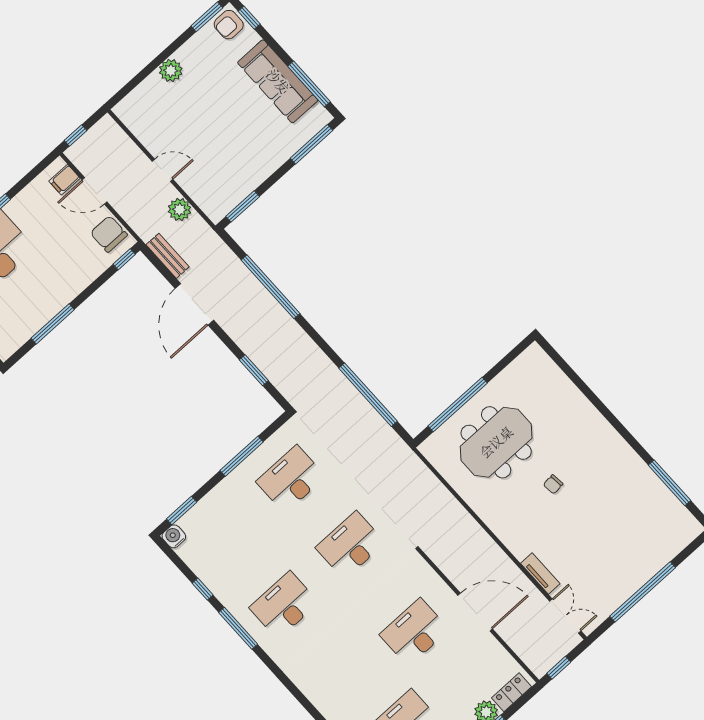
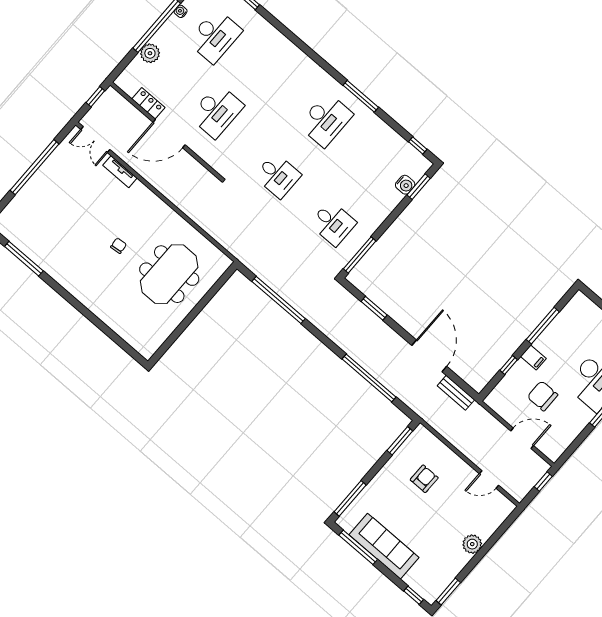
armchair: (229, 25) -> (424, 479), moved
door: (162, 170) -> (489, 479), moved
filing cabinet: (64, 180) -> (533, 358), moved, turned 90
plant: (180, 210) -> (451, 432), removed
chair: (109, 234) -> (543, 396), moved, turned 180
window: (124, 259) -> (509, 365), moved
window: (458, 404) -> (204, 301), removed
window: (242, 456) -> (360, 255), moved
desk: (291, 479) -> (333, 223), width x0.73
water cooler: (174, 536) -> (405, 185), moved
desk: (350, 545) -> (278, 176), width x0.73
window: (203, 589) -> (418, 146), moved
locker: (511, 692) -> (148, 103), moved, turned -90

